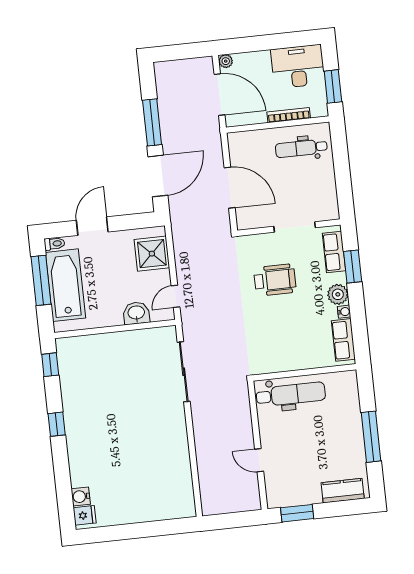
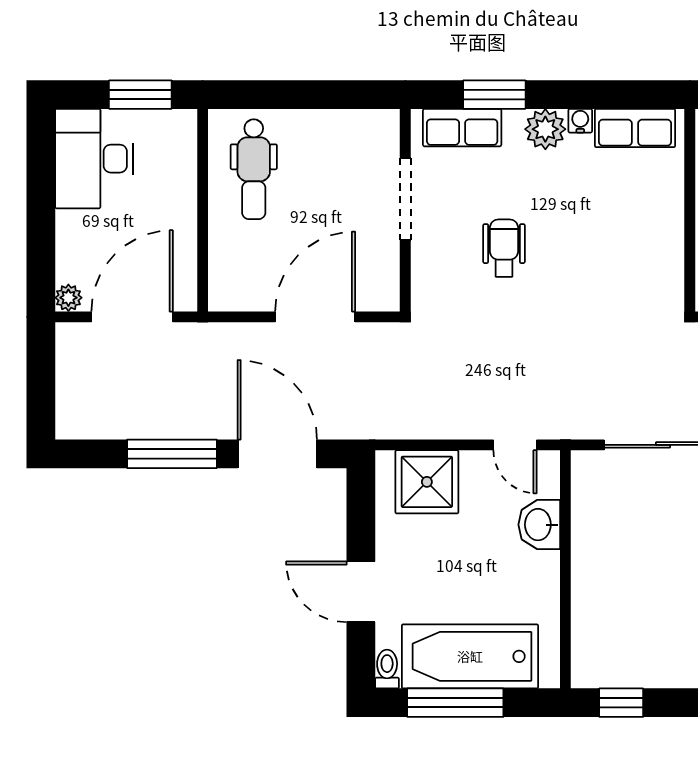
bookcase: (289, 115) -> (187, 187), removed
wheelchair: (275, 280) -> (504, 248), width x0.73, depth x0.73

